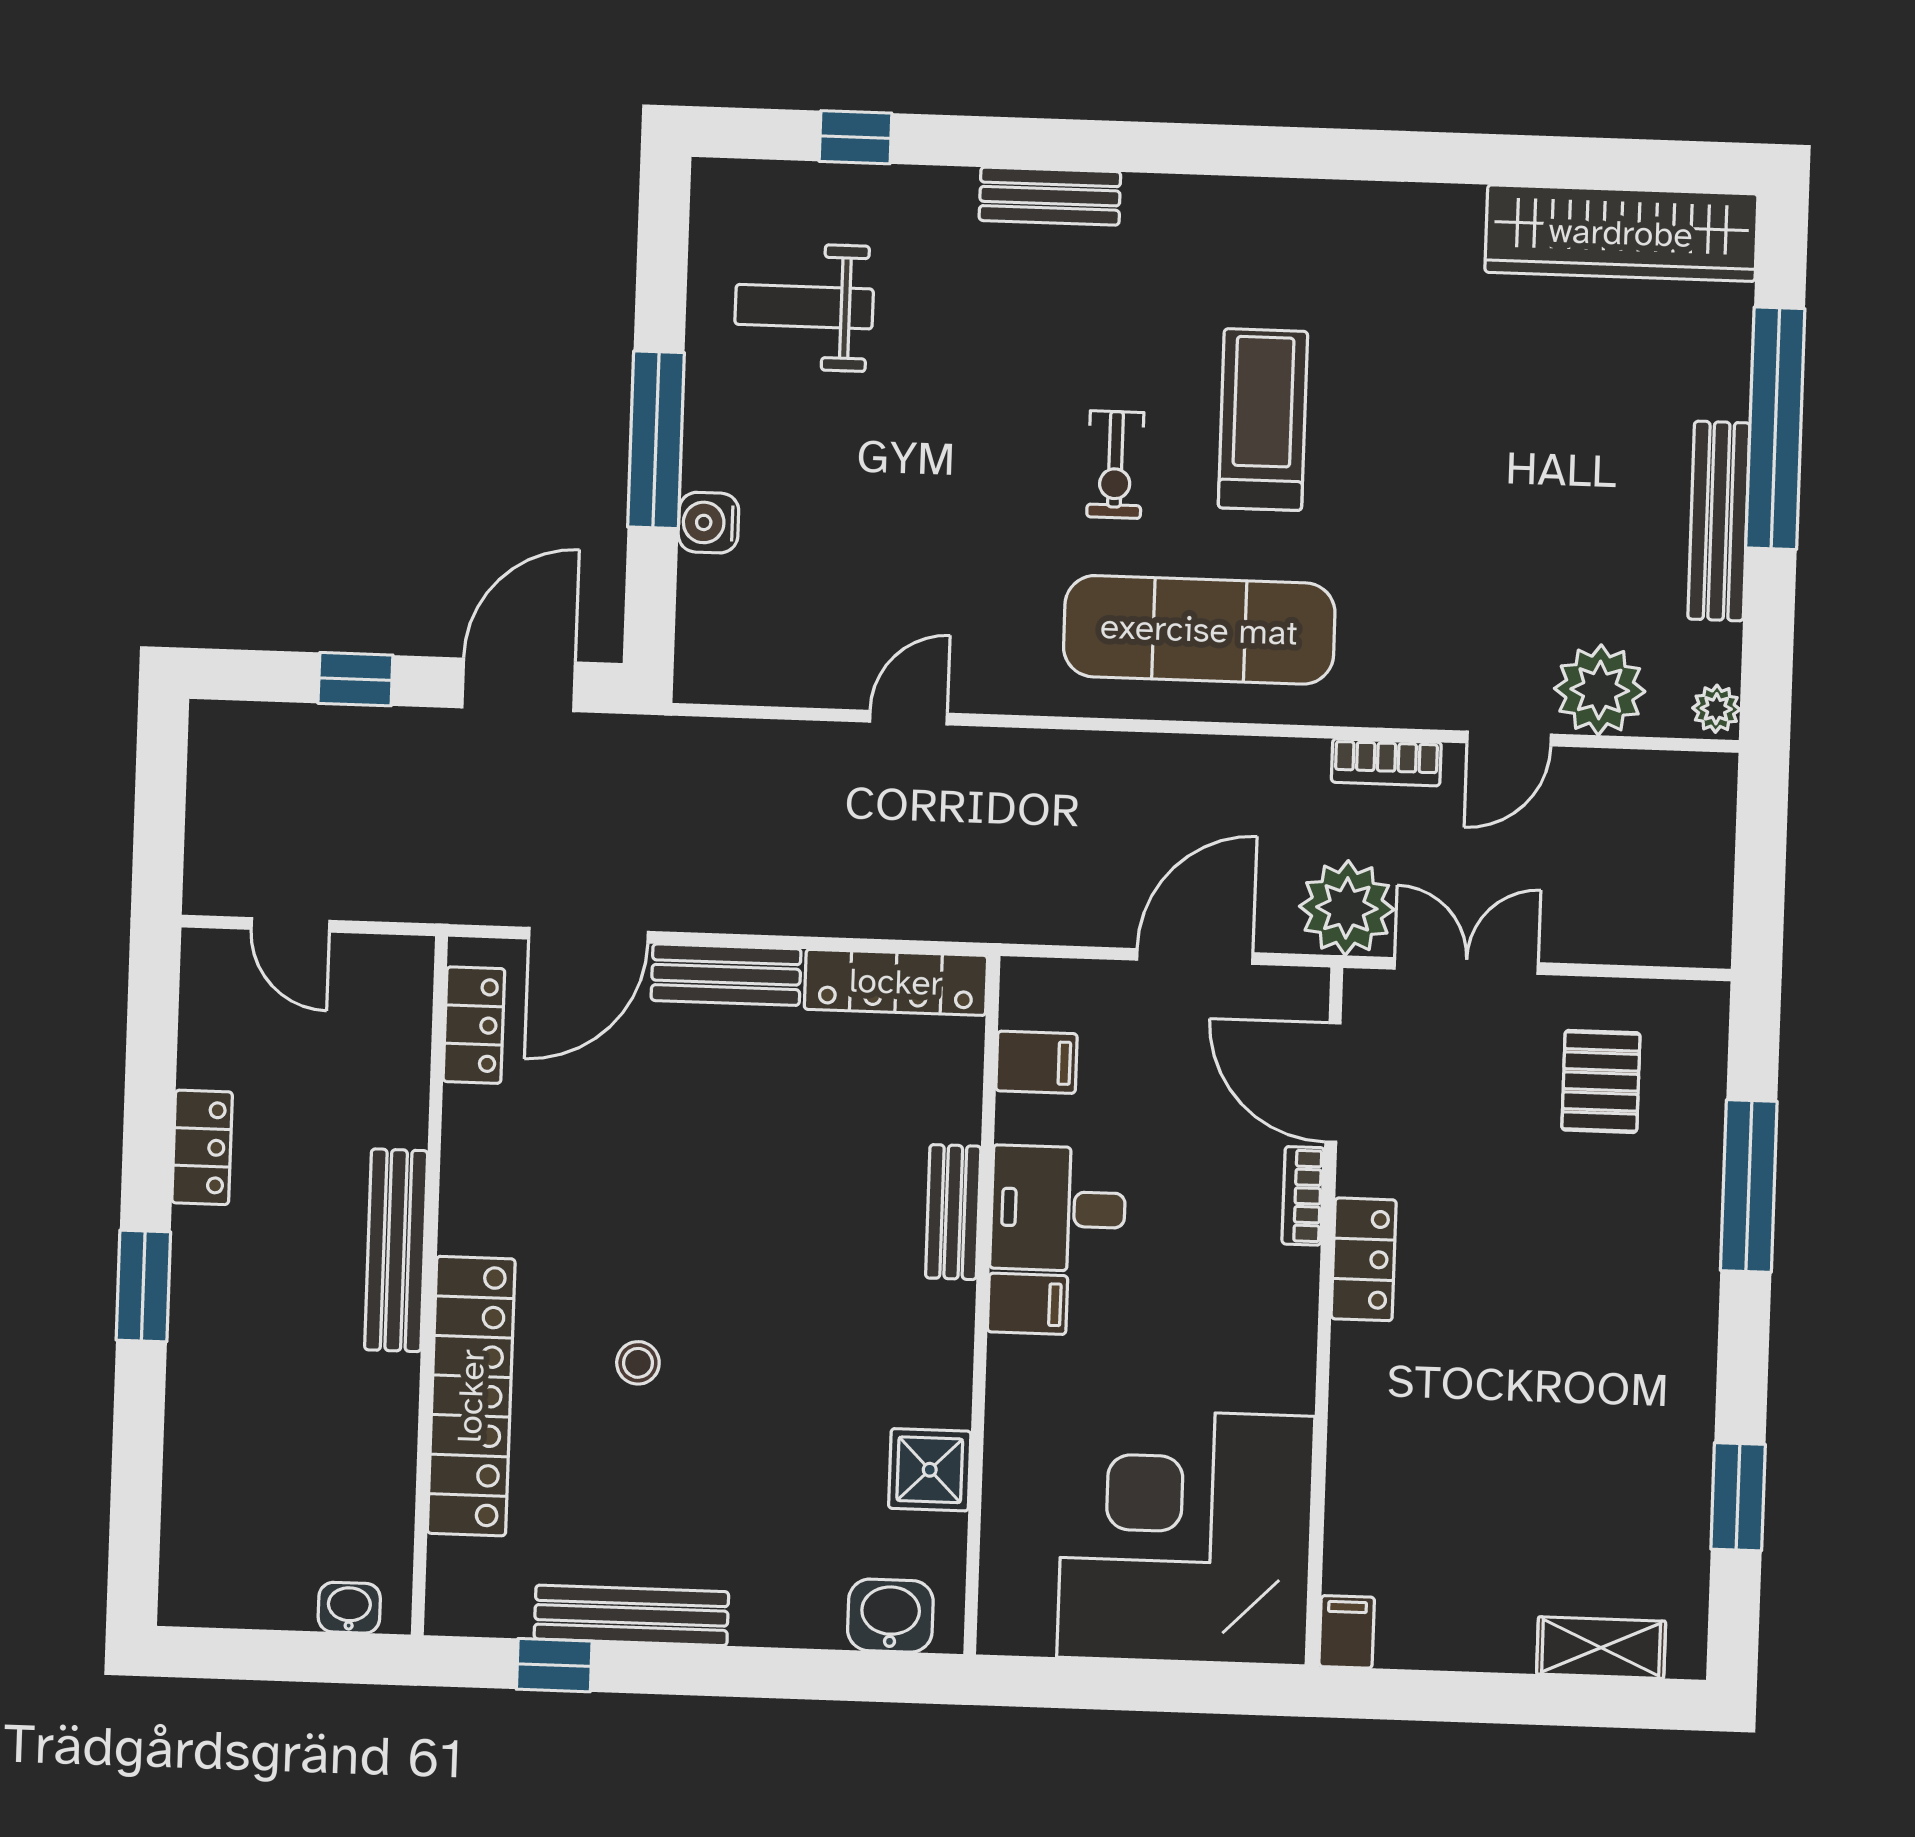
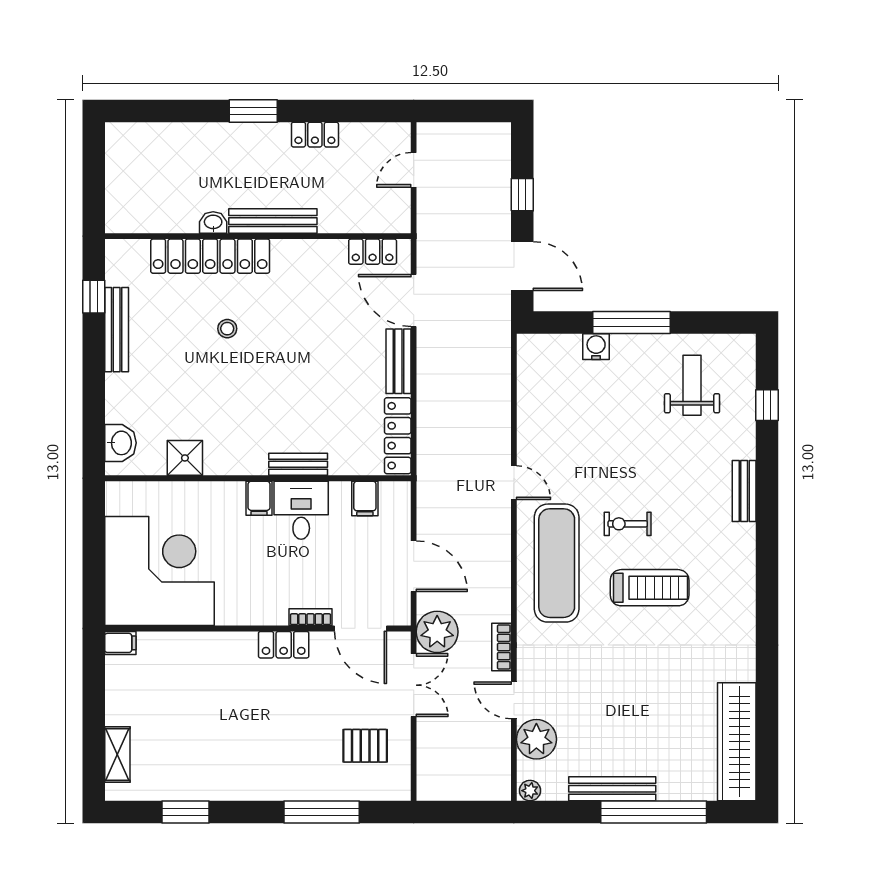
door: (909, 718) -> (514, 483), moved
door: (1333, 1082) -> (361, 628), swing flipped
washbasin: (349, 1608) -> (213, 222), moved, turned -90

